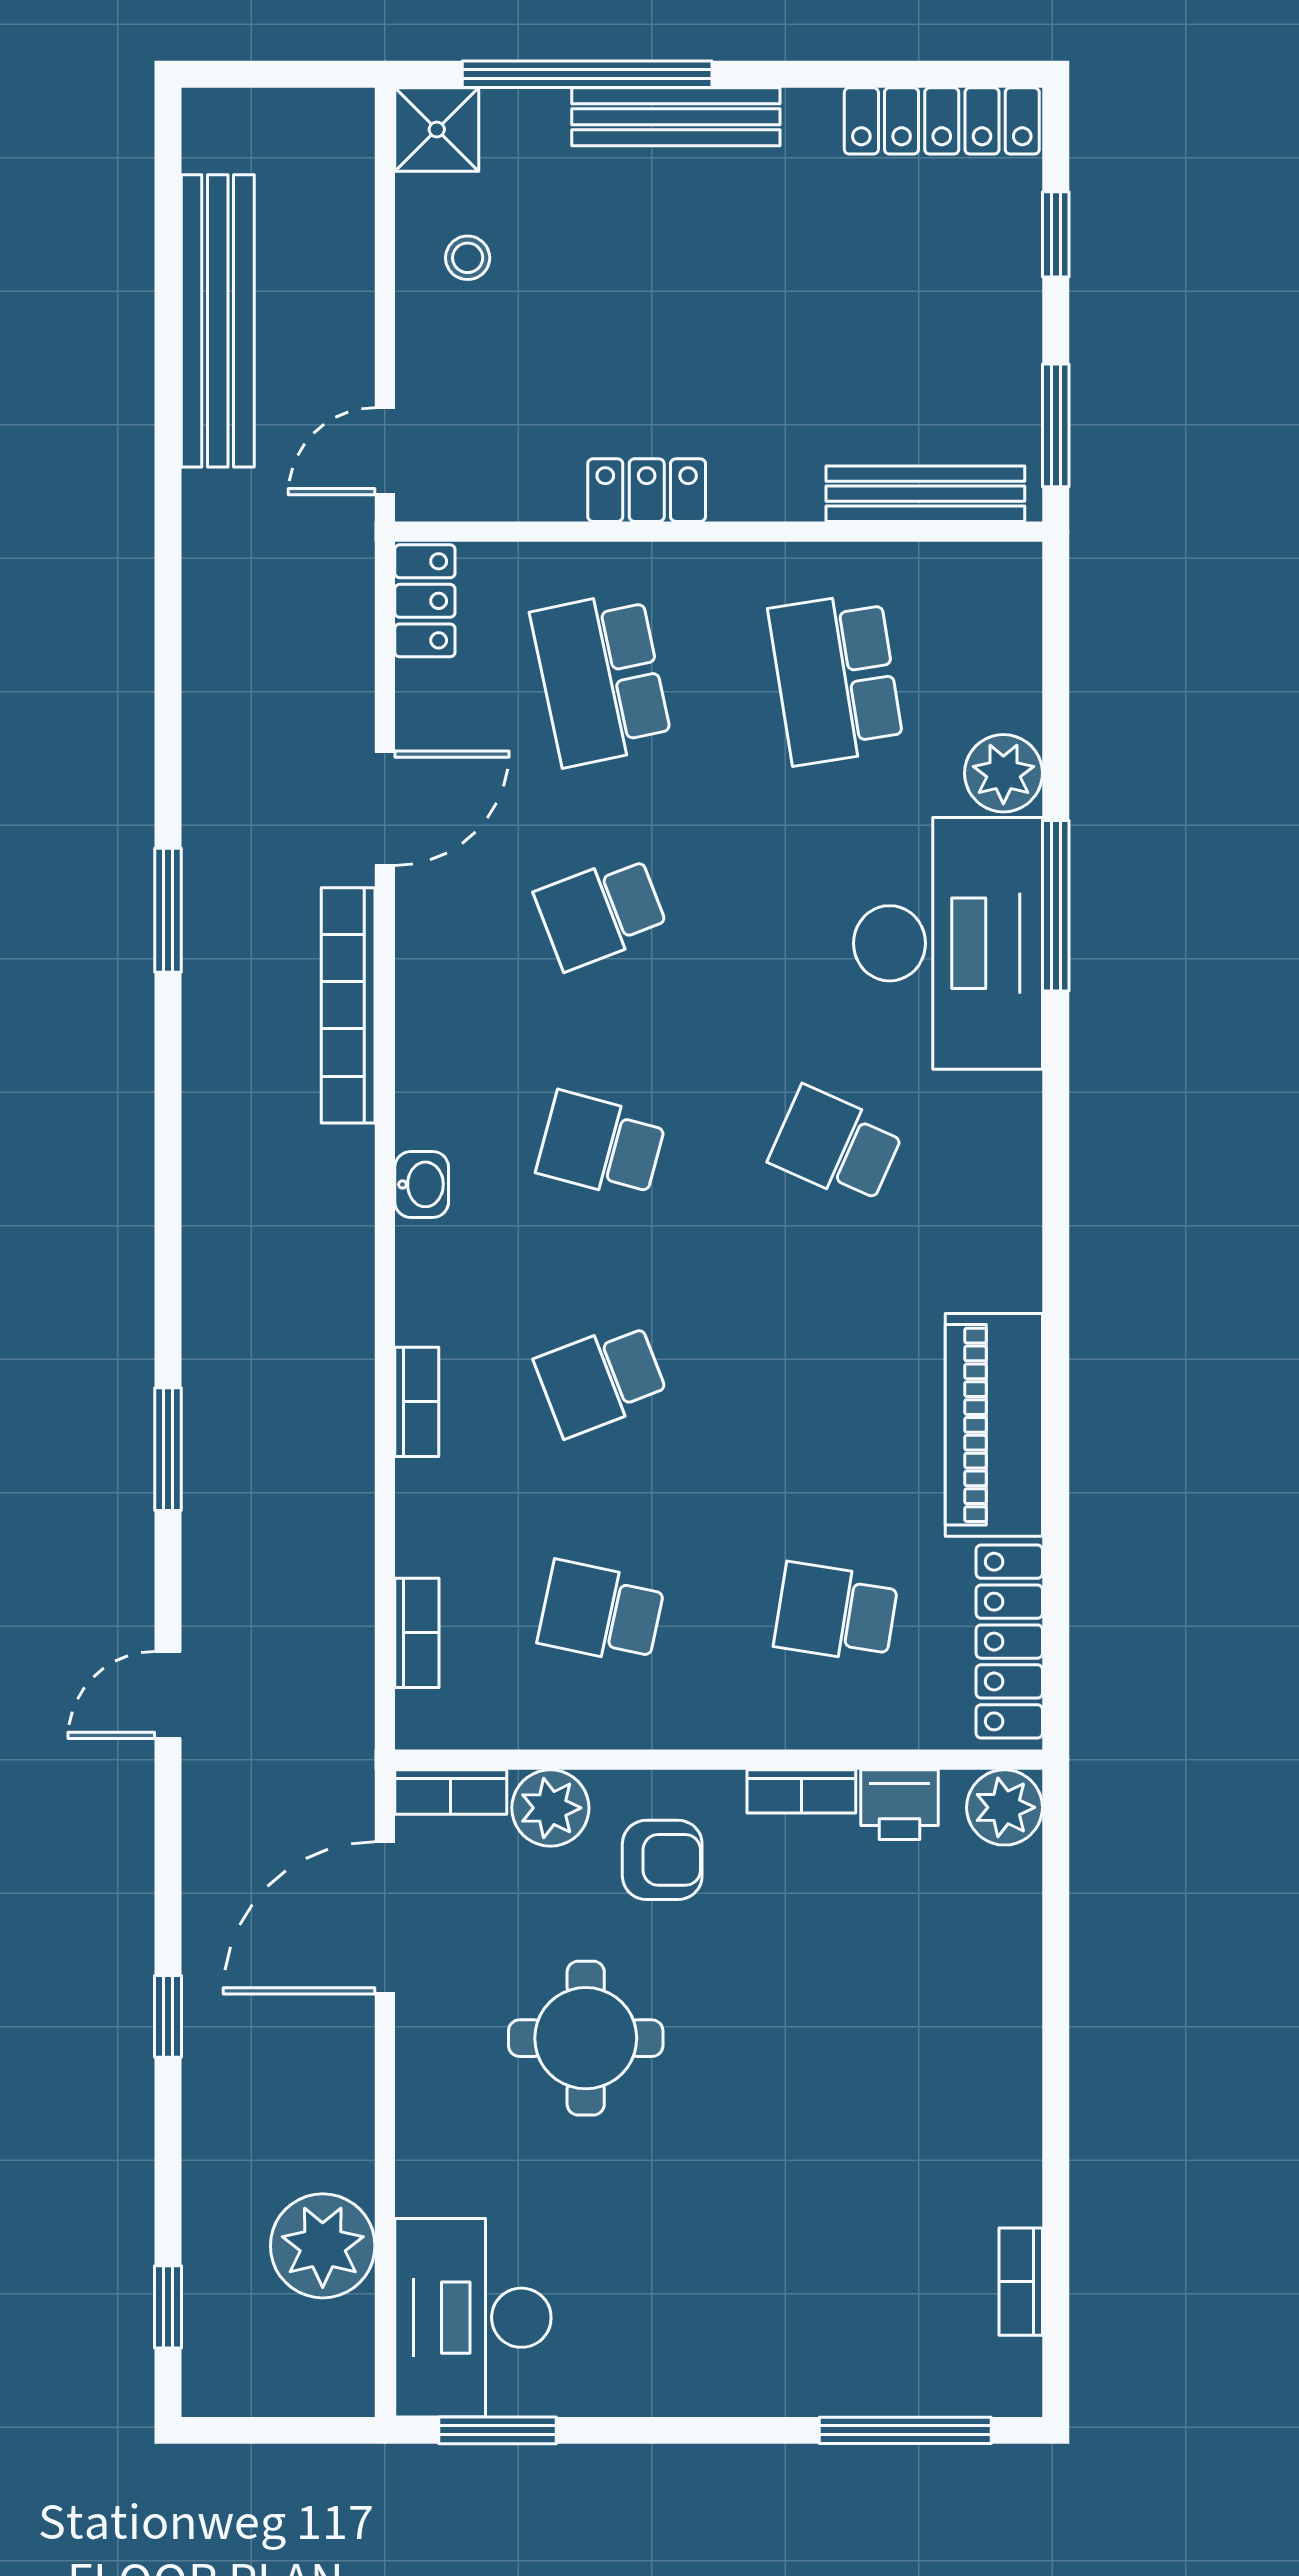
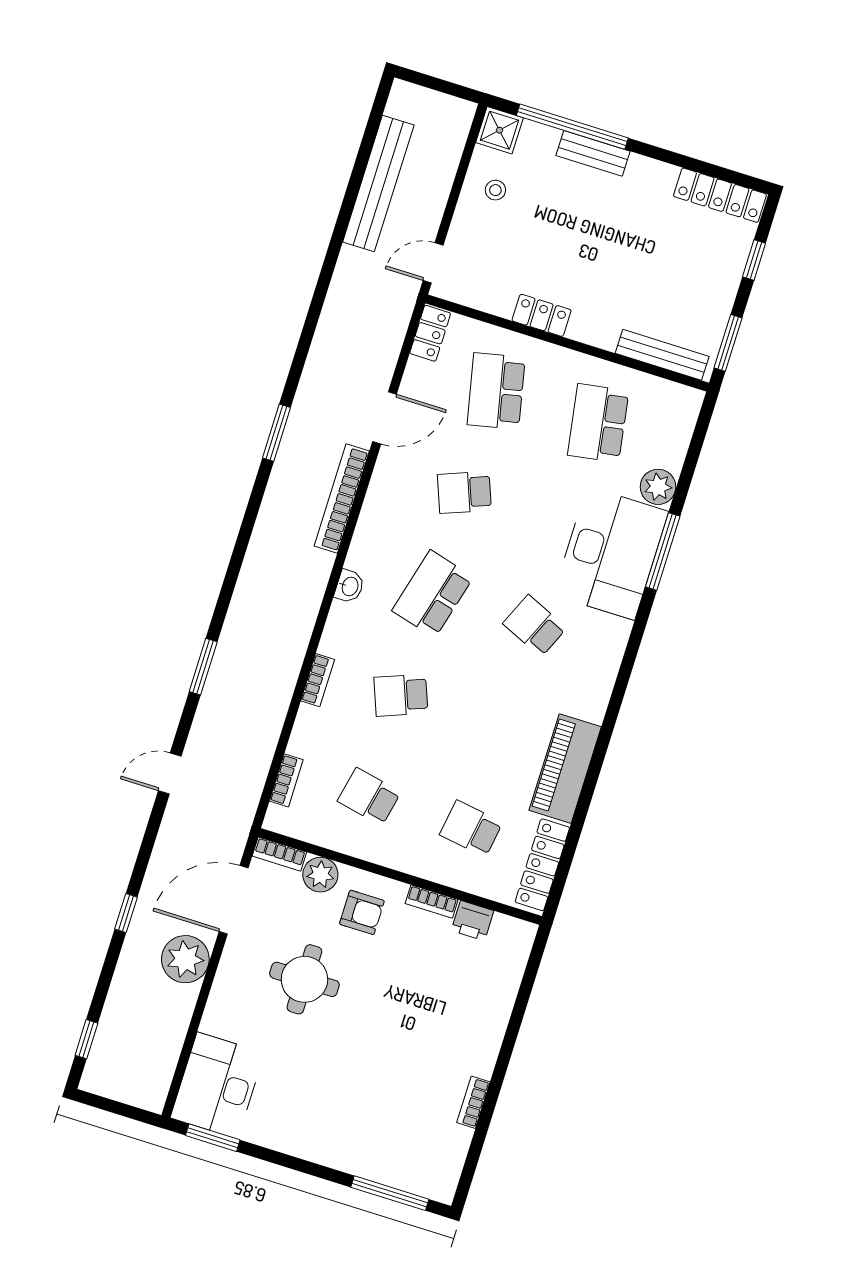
bench: (676, 117) -> (593, 153), width x0.73
school desk: (601, 1146) -> (433, 594), width x1.85
plant: (1005, 1807) -> (518, 936), removed
plant: (323, 2246) -> (185, 959), moved
bookcase: (1021, 2282) -> (473, 1102), moved

